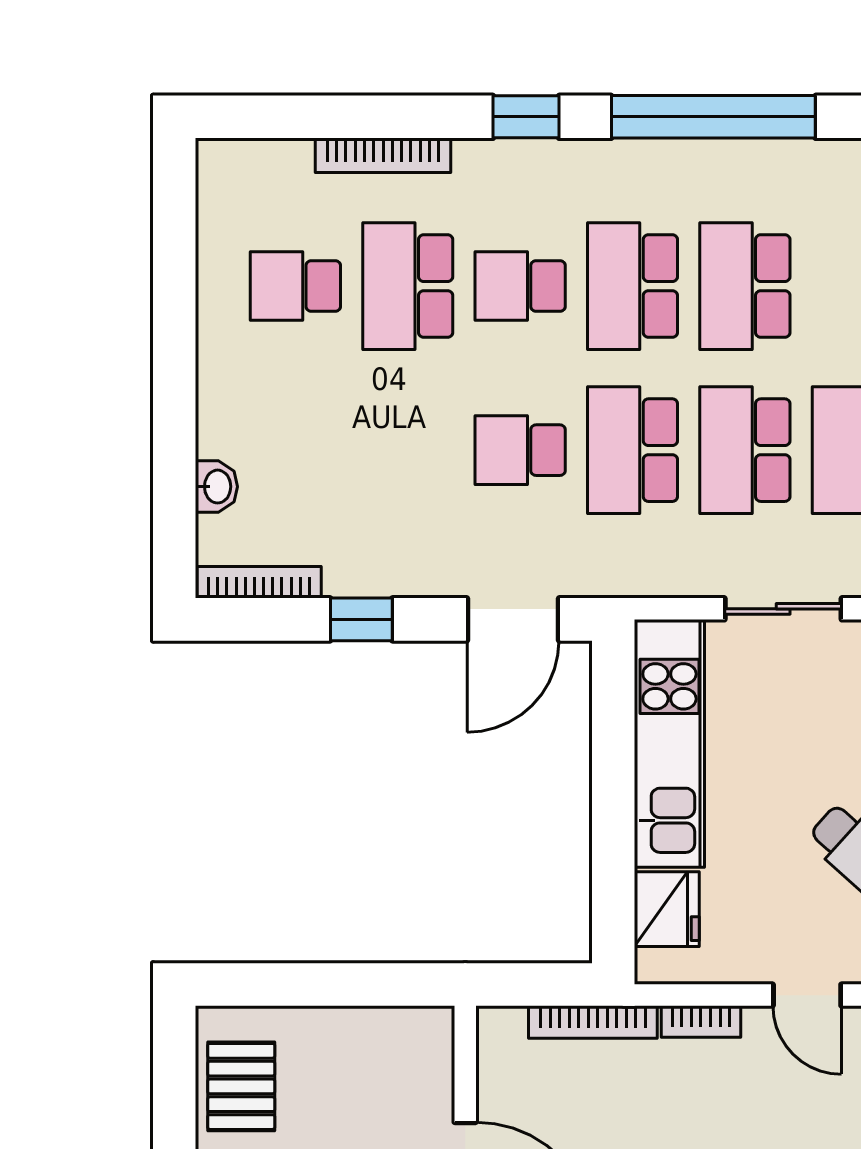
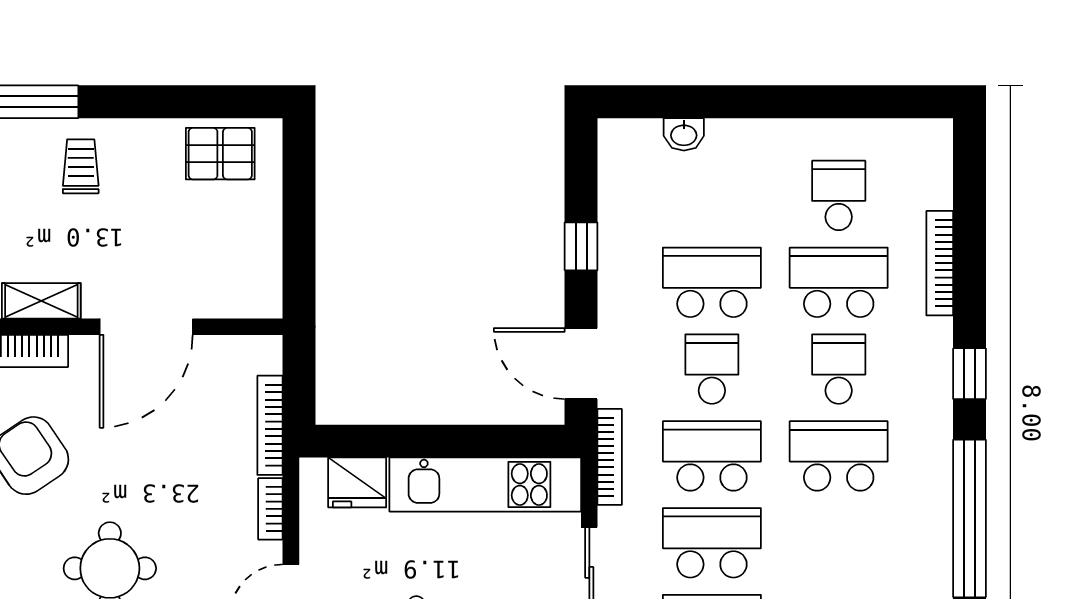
school desk: (745, 286) -> (712, 282), moved
bookcase: (259, 582) -> (610, 457), moved

